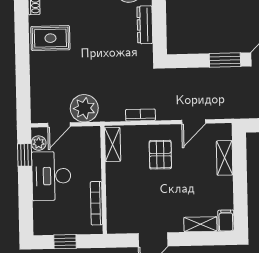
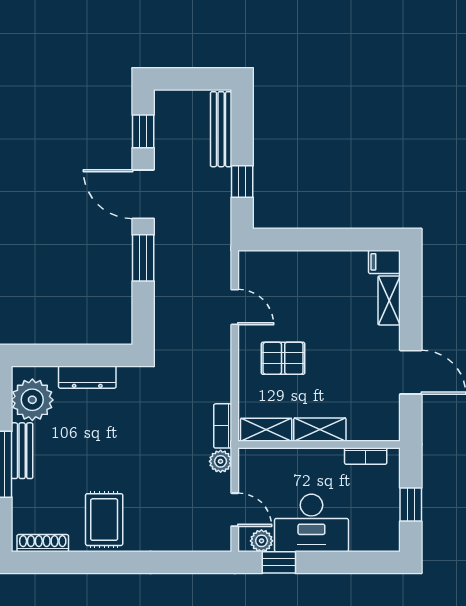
plant: (84, 108) -> (221, 461), width x0.53, depth x0.53
bookcase: (140, 115) -> (223, 426), moved
shelving: (225, 158) -> (320, 430), moved
bookcase: (96, 203) -> (366, 456), width x0.64

